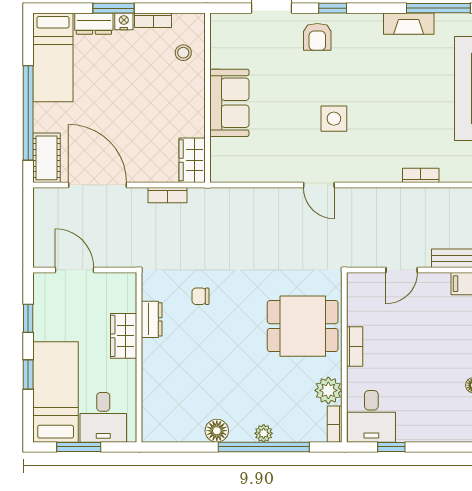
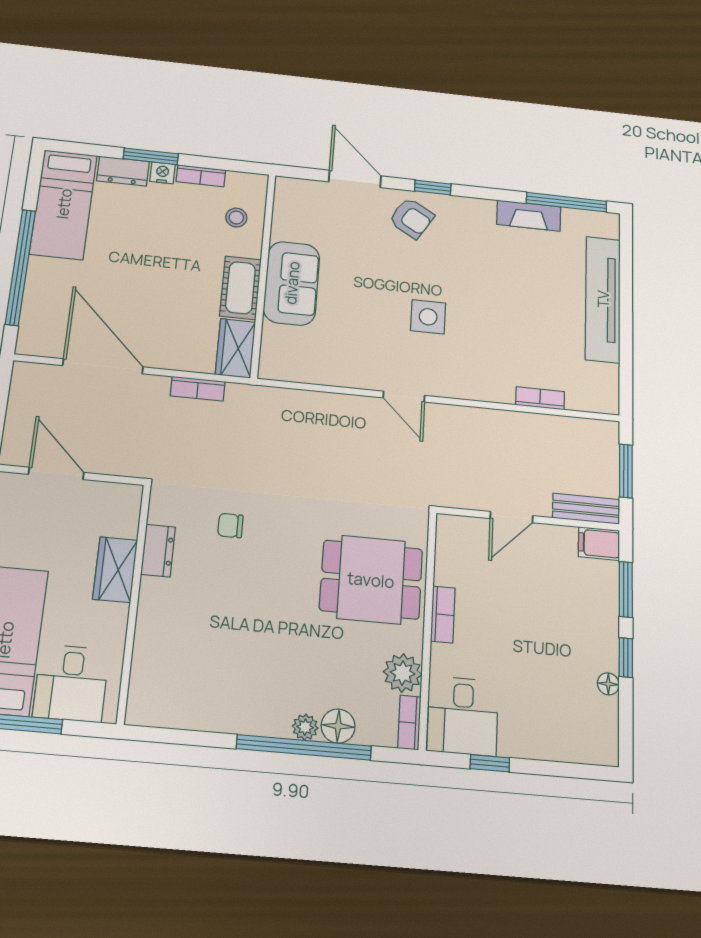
armchair: (317, 37) -> (412, 218), turned -59
cot: (46, 158) -> (241, 288), moved
floor lamp: (217, 431) -> (338, 726), moved

